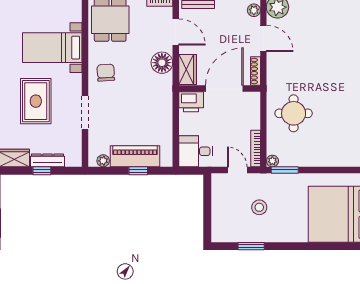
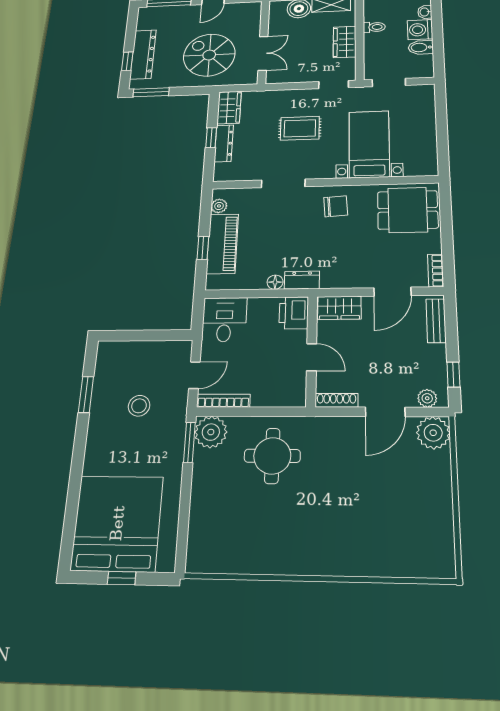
floor lamp: (162, 63) -> (275, 282), moved, width x0.53, depth x0.53
door: (224, 88) -> (312, 357), width x0.53
dresser: (166, 97) -> (302, 280), added
rug: (36, 101) -> (300, 128), width x0.73, depth x0.70
plant: (272, 161) -> (211, 432), width x1.87, depth x1.87

